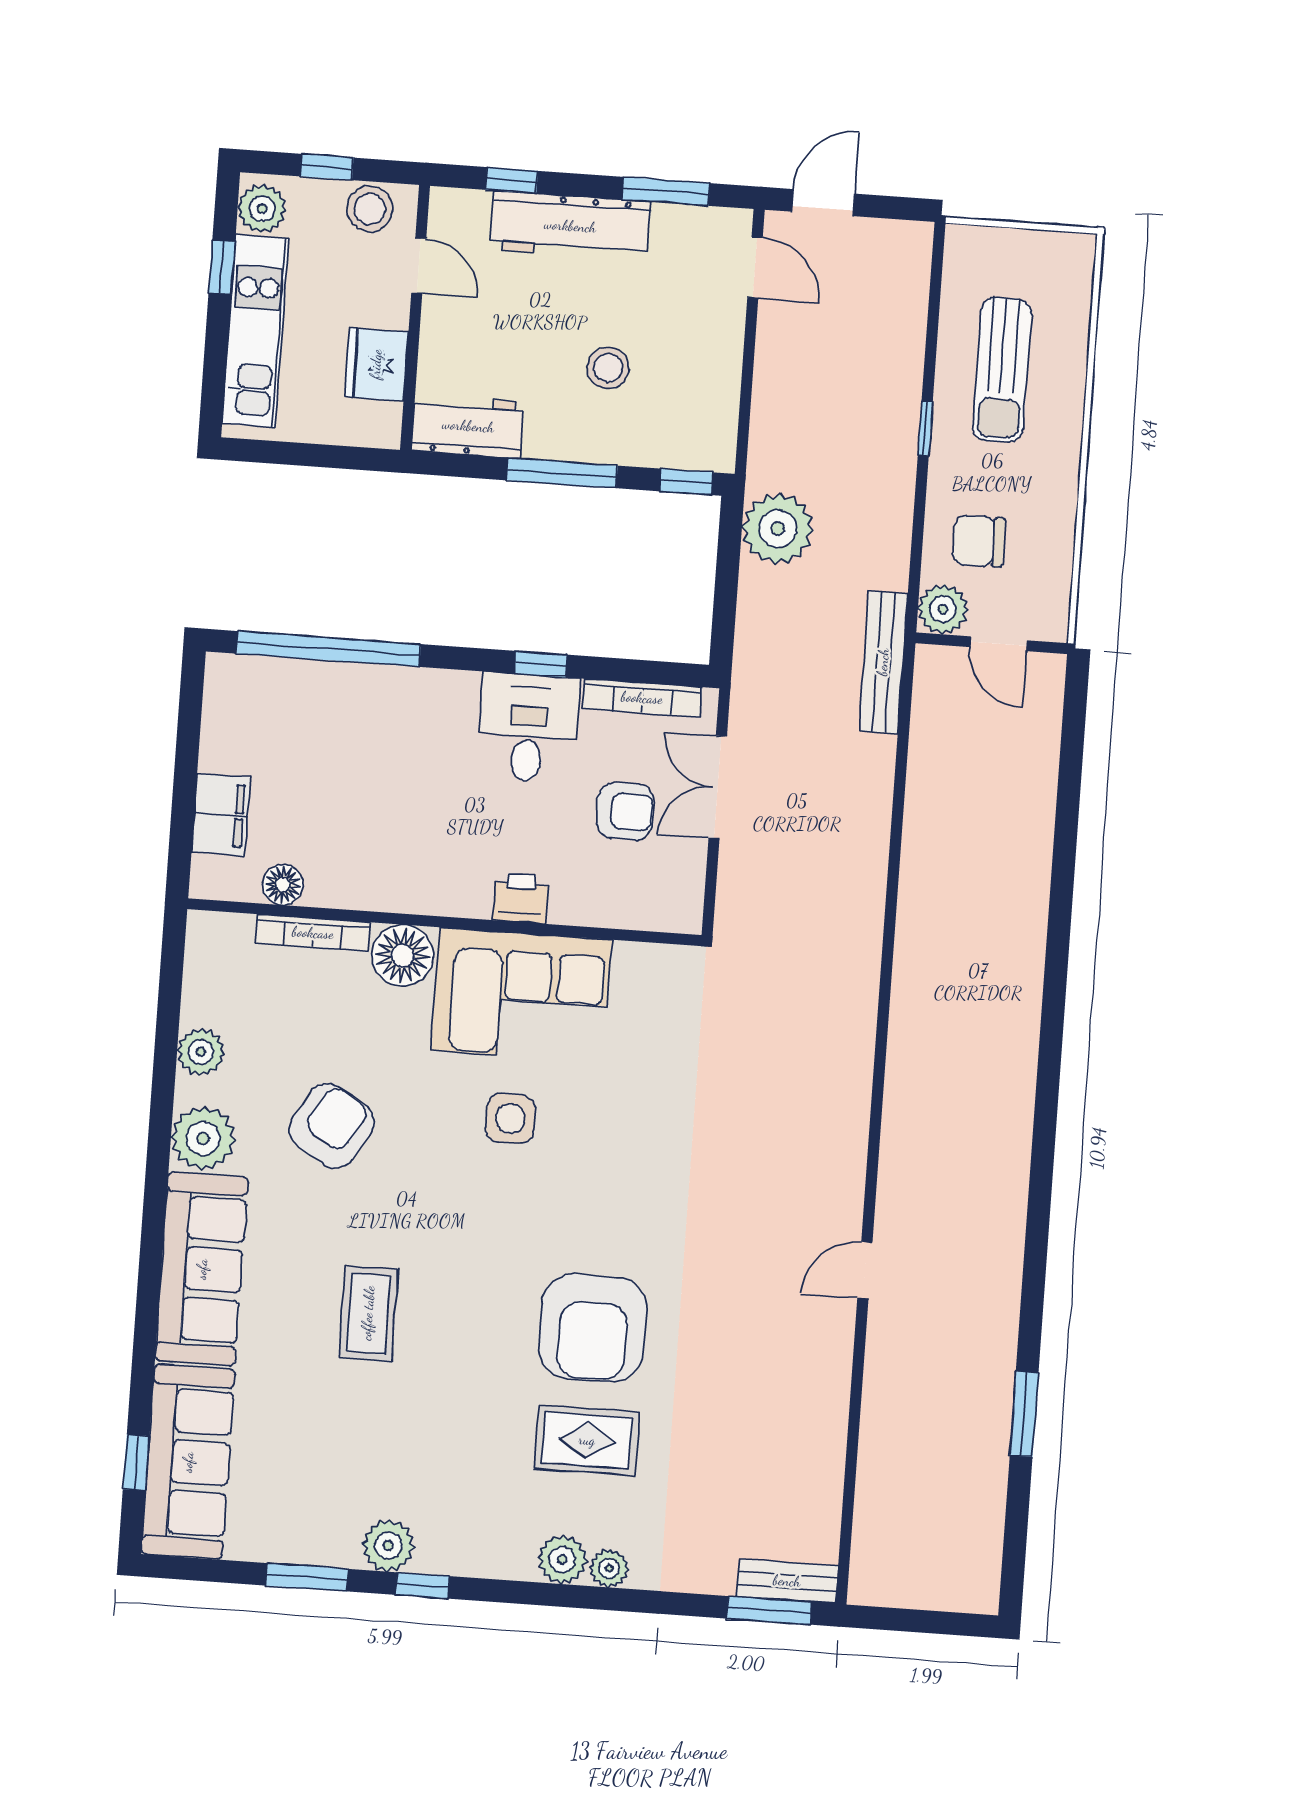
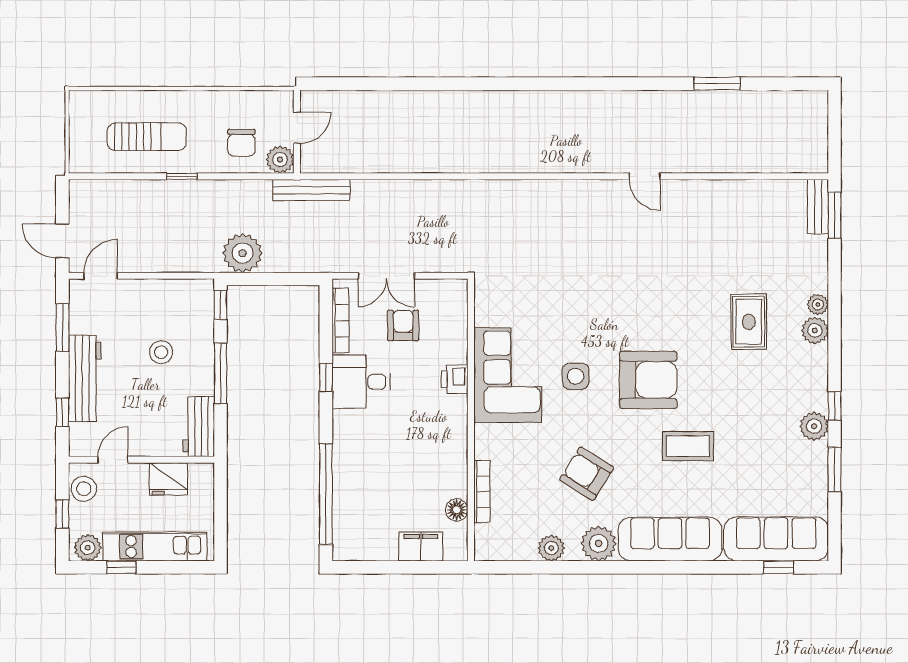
floor lamp: (403, 956) -> (491, 441), removed
armchair: (593, 1328) -> (648, 380), moved

